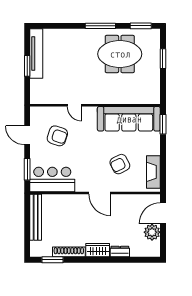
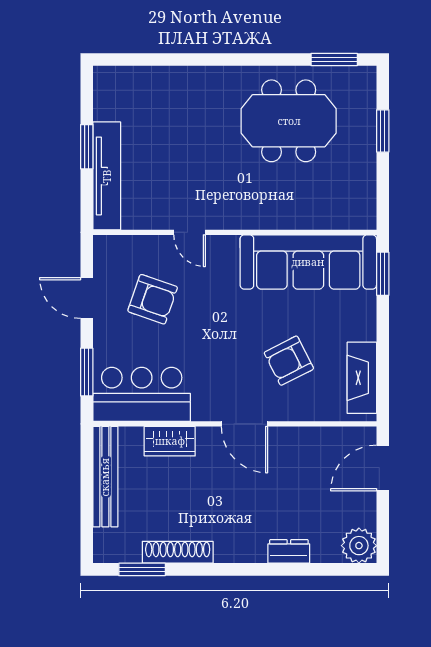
window: (100, 26) -> (246, 60), removed
tv unit: (36, 54) -> (107, 176), moved
plant: (152, 232) -> (359, 546), moved
wardrobe: (98, 250) -> (170, 441), moved, turned 180

